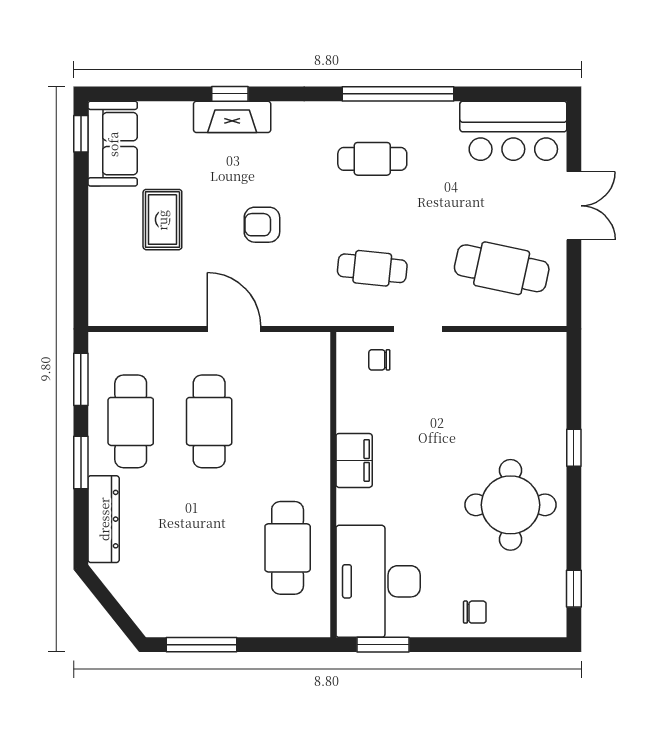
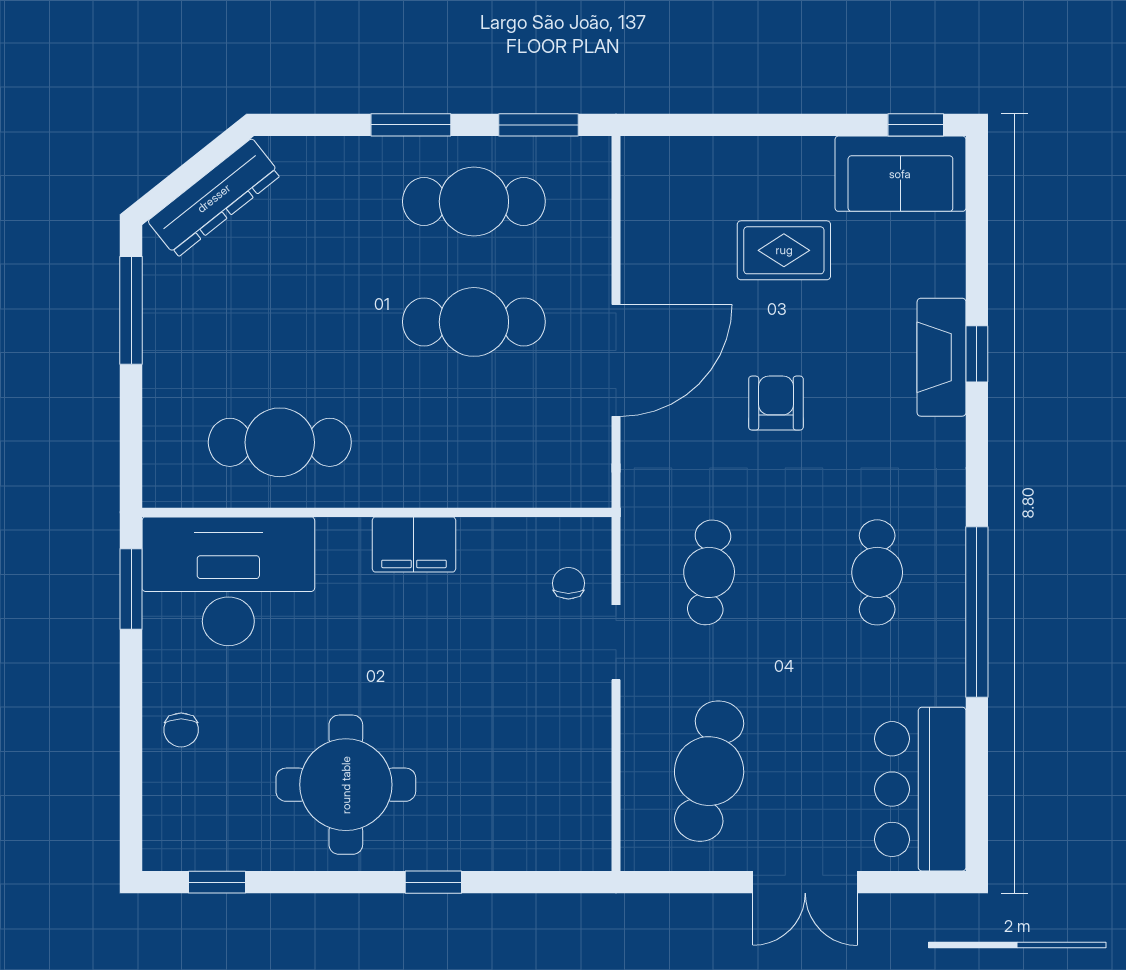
door: (234, 329) -> (616, 360), width x1.36
dresser: (104, 519) -> (214, 198), moved, turned -39

